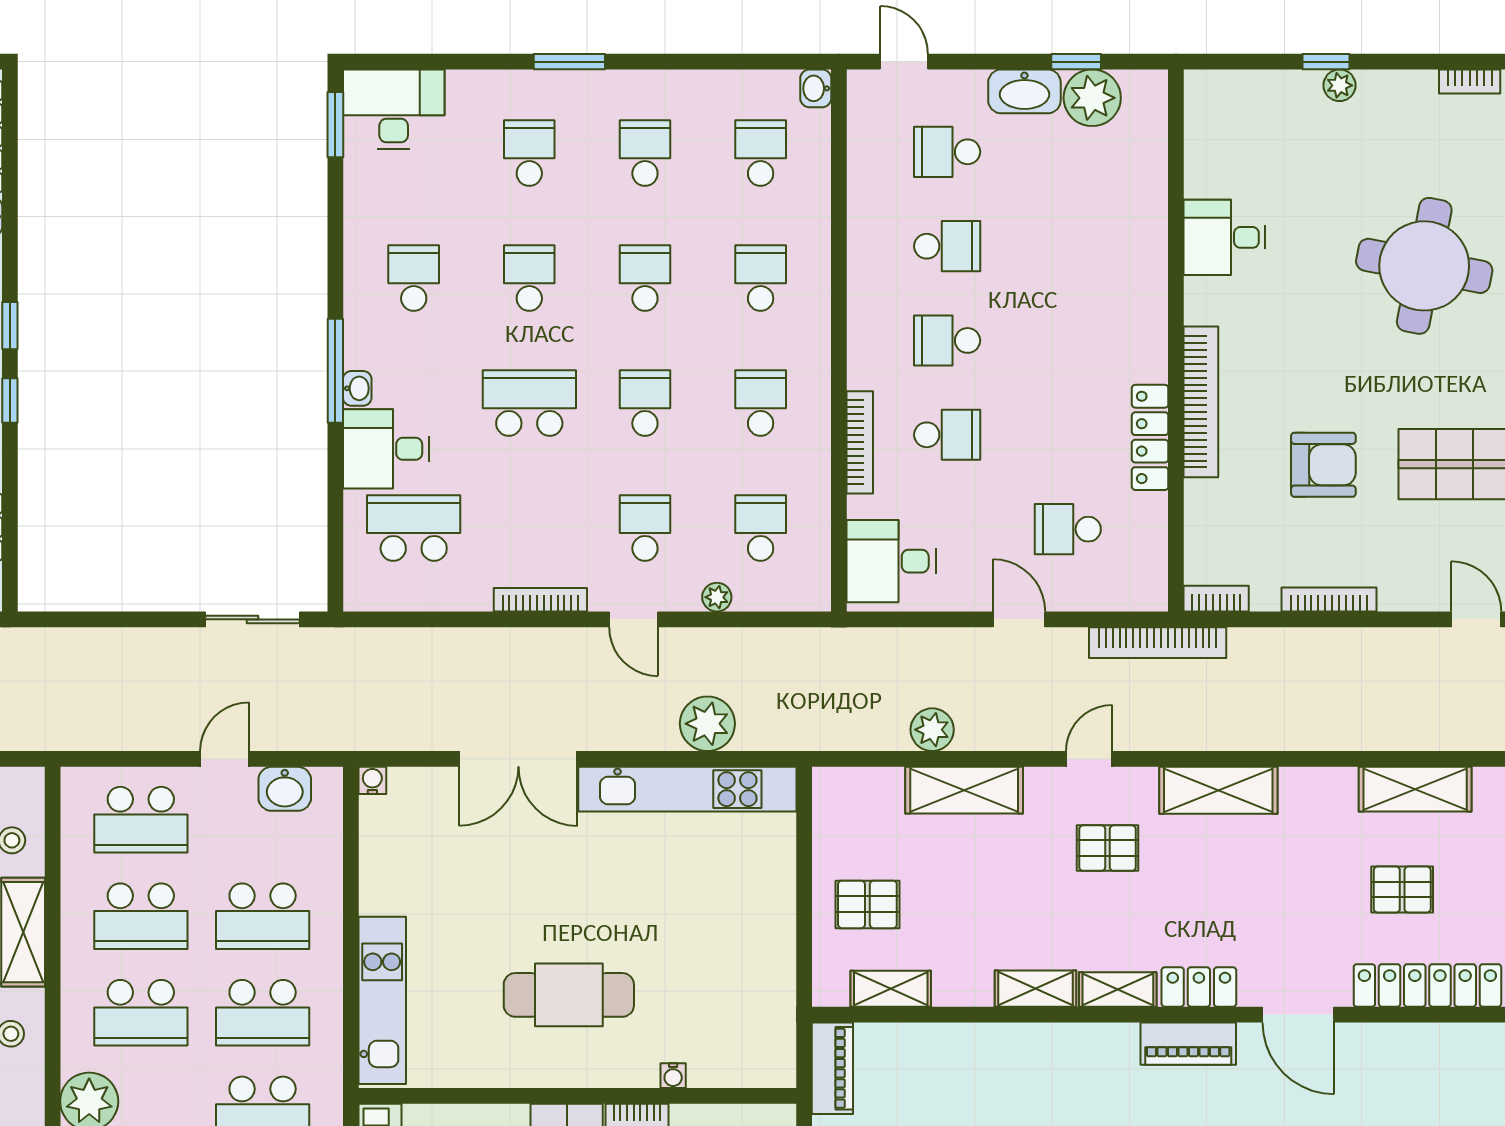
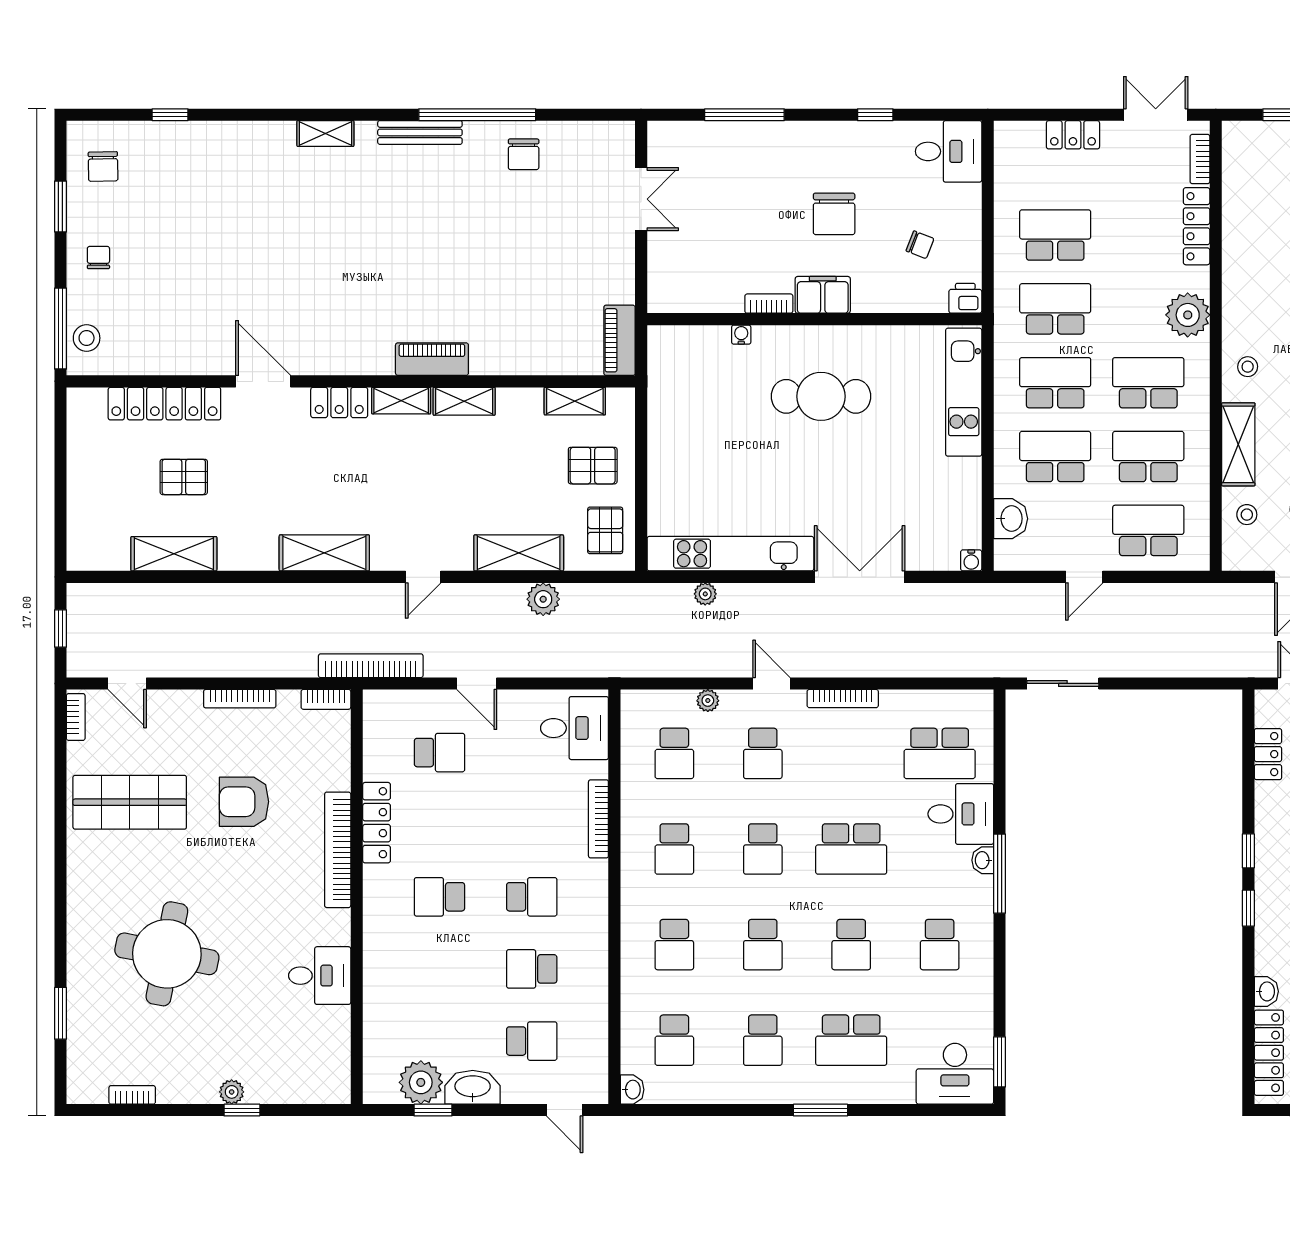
school desk: (529, 153) -> (851, 1040), width x1.85
school desk: (947, 435) -> (439, 897), moved
plant: (707, 724) -> (705, 594), width x0.53, depth x0.53
washbasin: (285, 789) -> (1011, 519), moved, turned 90
pallet: (1108, 848) -> (605, 530), moved, turned 90
piano: (1188, 1044) -> (432, 359), moved

